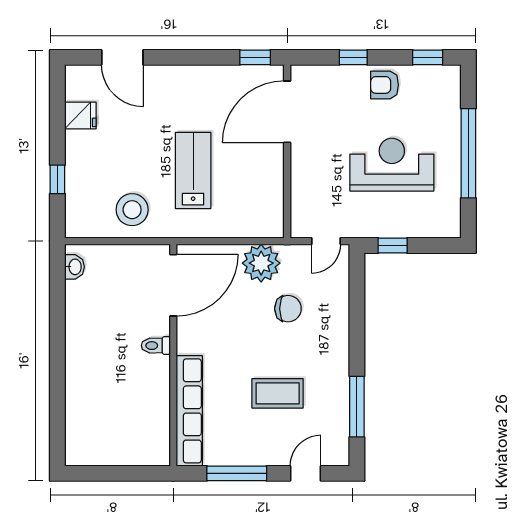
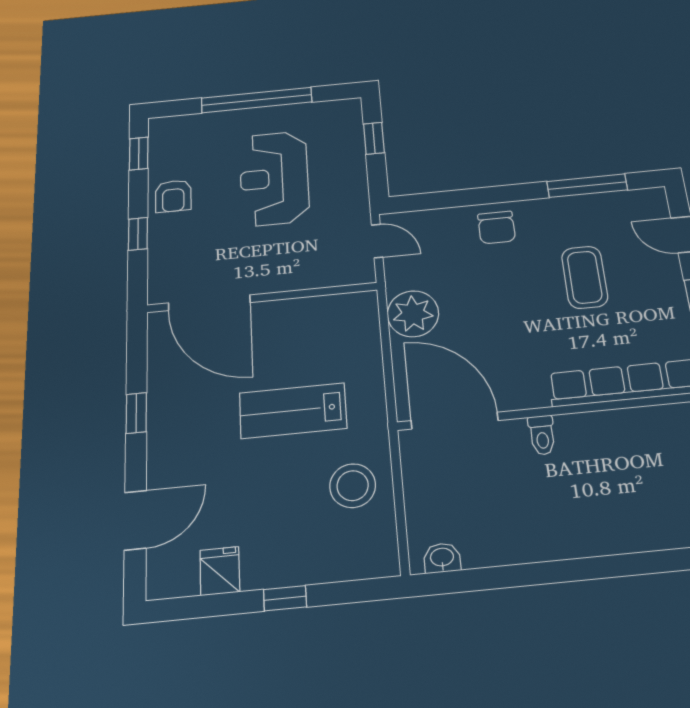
window: (255, 57) -> (136, 413), moved
window: (57, 179) -> (285, 598), moved
window: (393, 246) -> (374, 138), moved
chair: (288, 309) -> (497, 228), moved, turned 180

